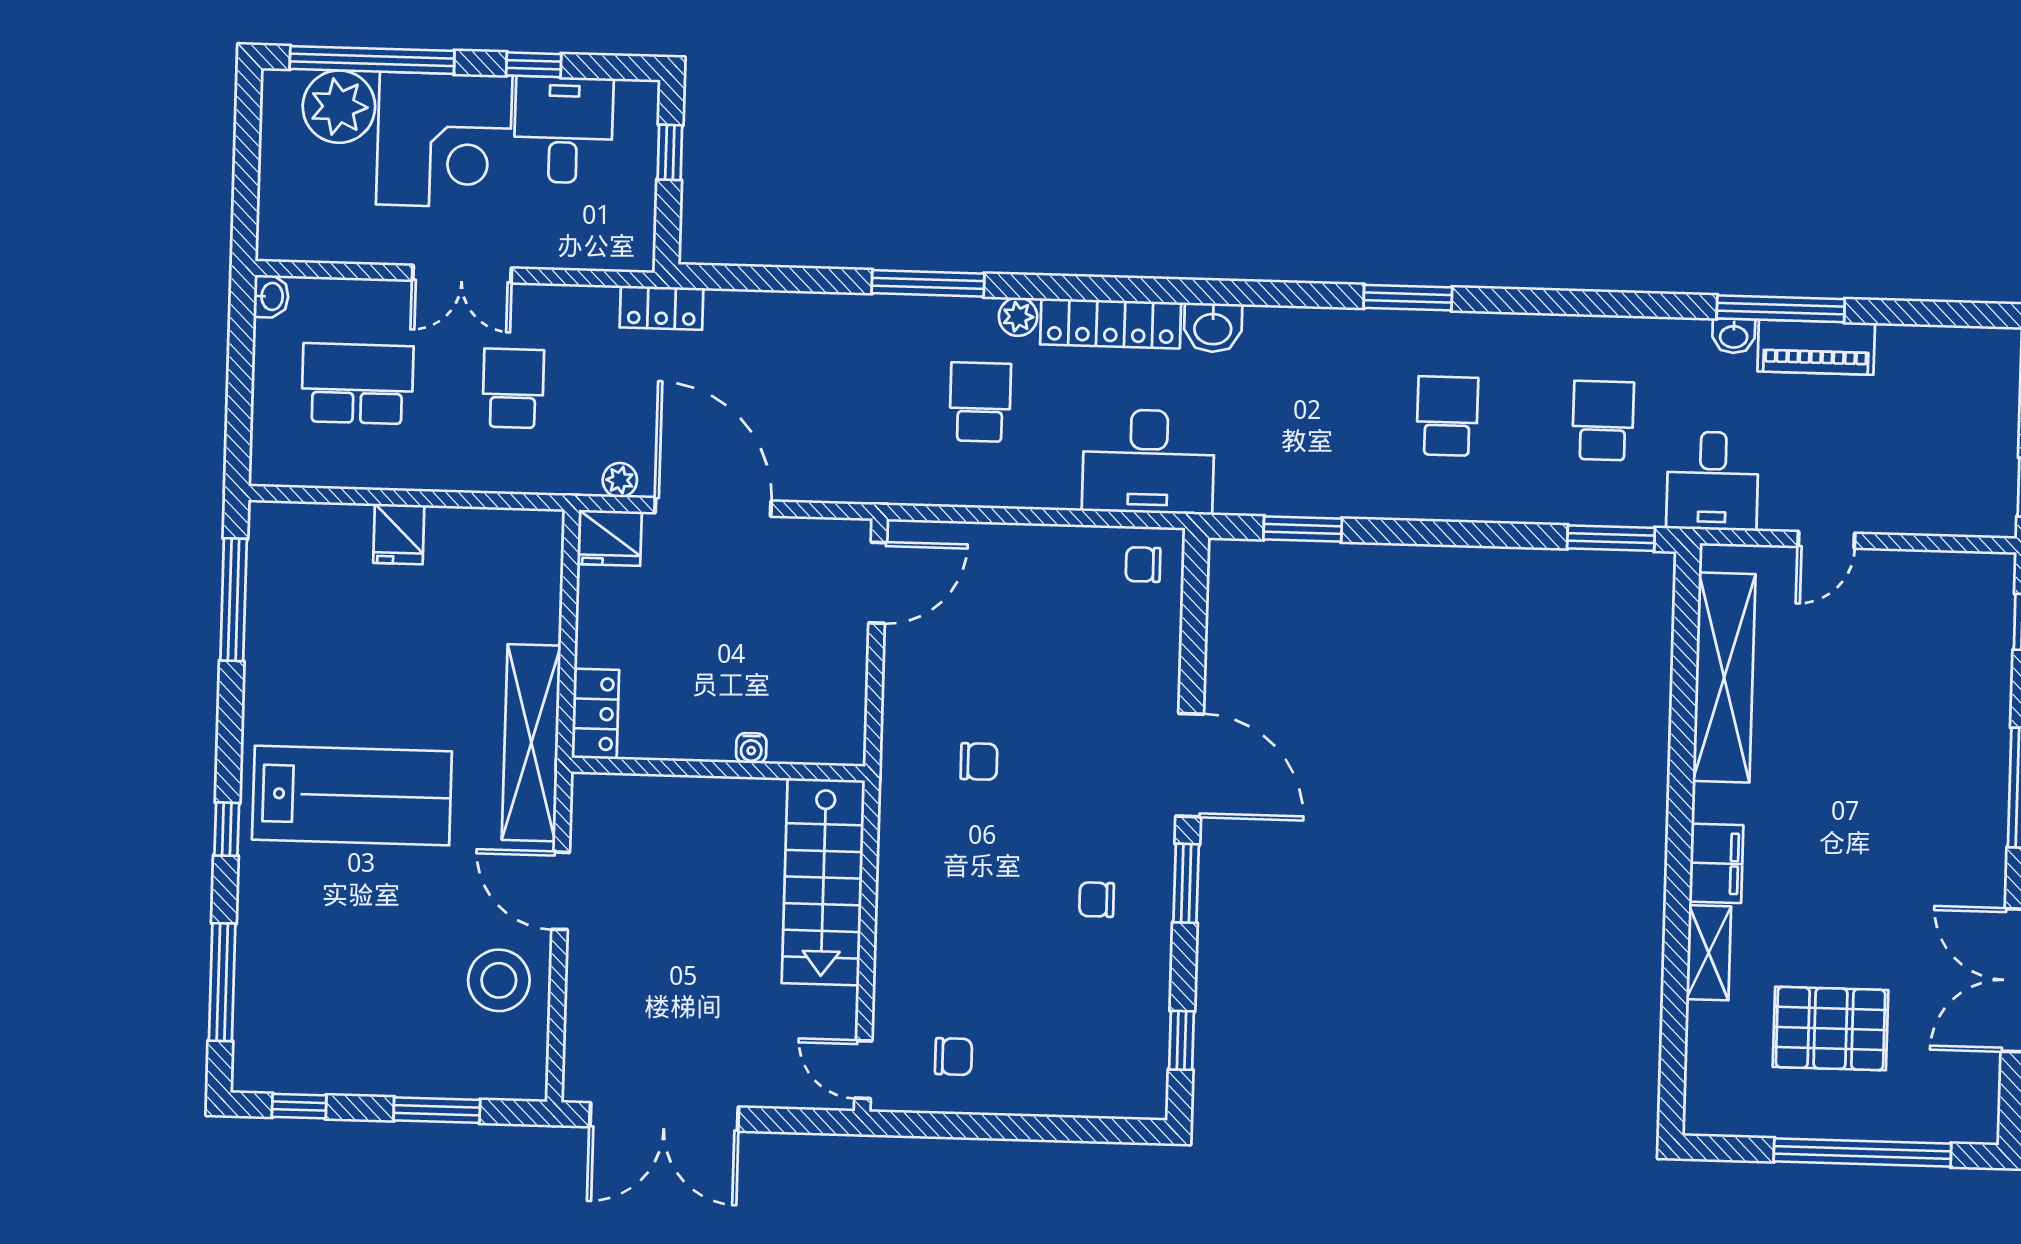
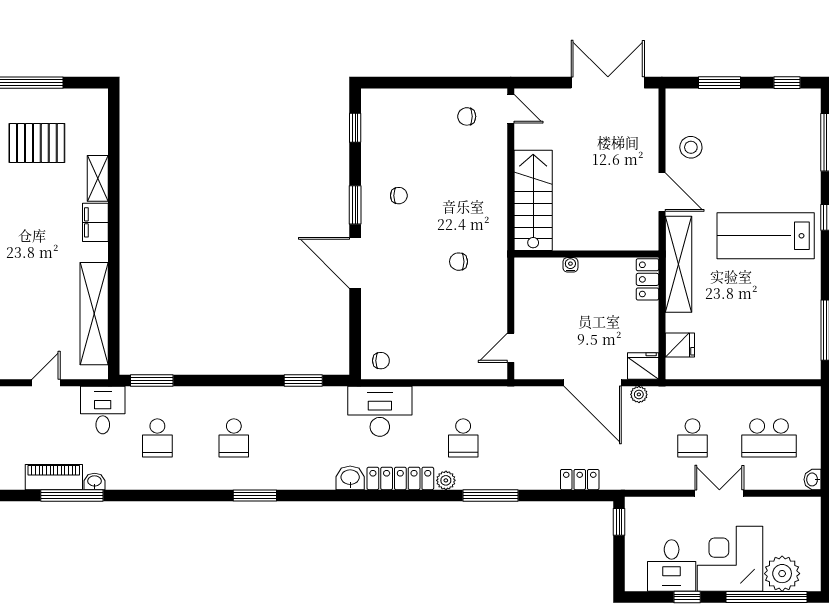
window: (670, 152) -> (619, 522), moved
locker: (662, 308) -> (580, 480), moved
fridge: (399, 534) -> (680, 345), moved, turned 90
door: (878, 583) -> (511, 348), width x0.73
stool: (499, 980) -> (691, 147), width x0.73, depth x0.73

